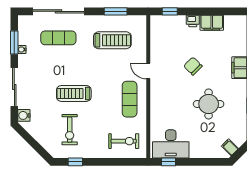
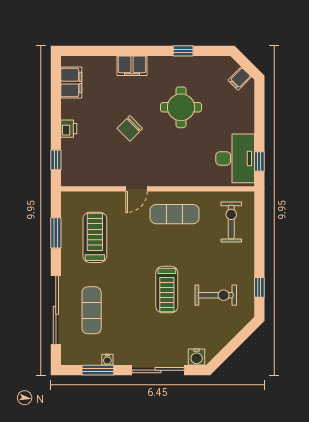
filing cabinet: (212, 23) -> (71, 83), moved

